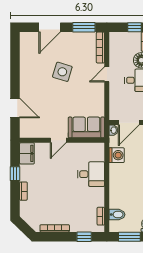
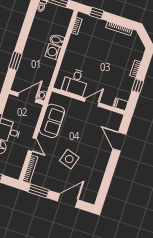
door: (107, 74) -> (32, 145), hinge flipped
sofa: (86, 127) -> (52, 121), moved, turned -90
filing cabinet: (27, 153) -> (120, 104), width x0.50
washing machine: (117, 155) -> (53, 52), moved
desk: (91, 174) -> (75, 82), moved, turned -90
bidet: (117, 215) -> (57, 40), moved

